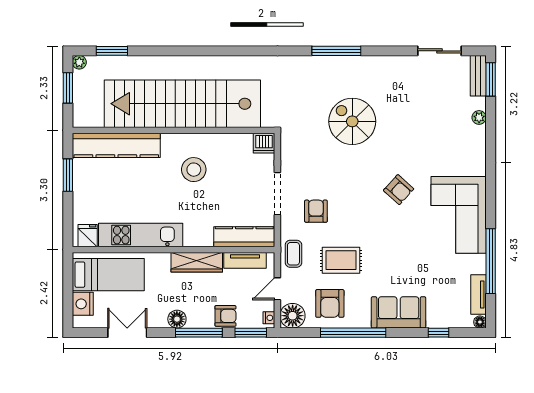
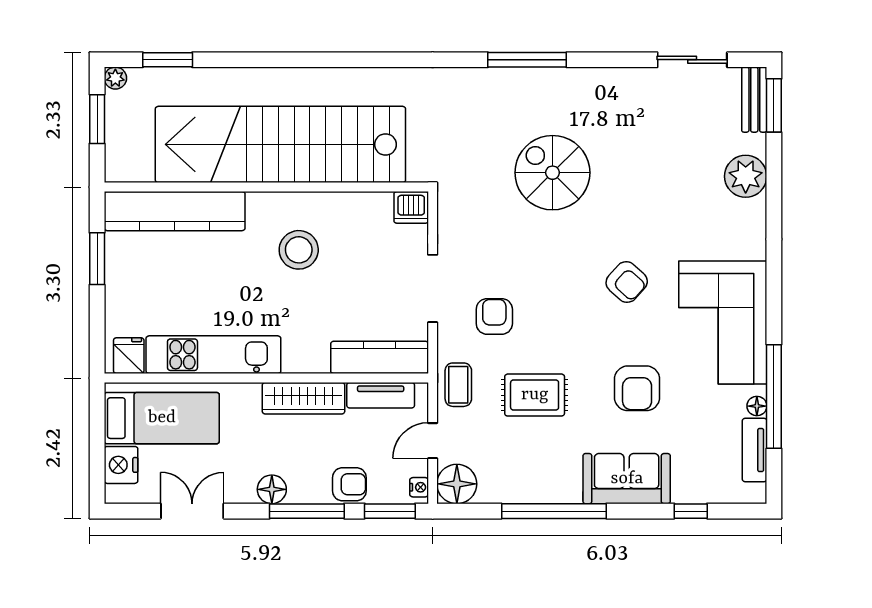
plant: (479, 117) -> (746, 176), width x1.87, depth x1.87
armchair: (330, 303) -> (637, 388), moved
floor lamp: (480, 322) -> (757, 406), moved

